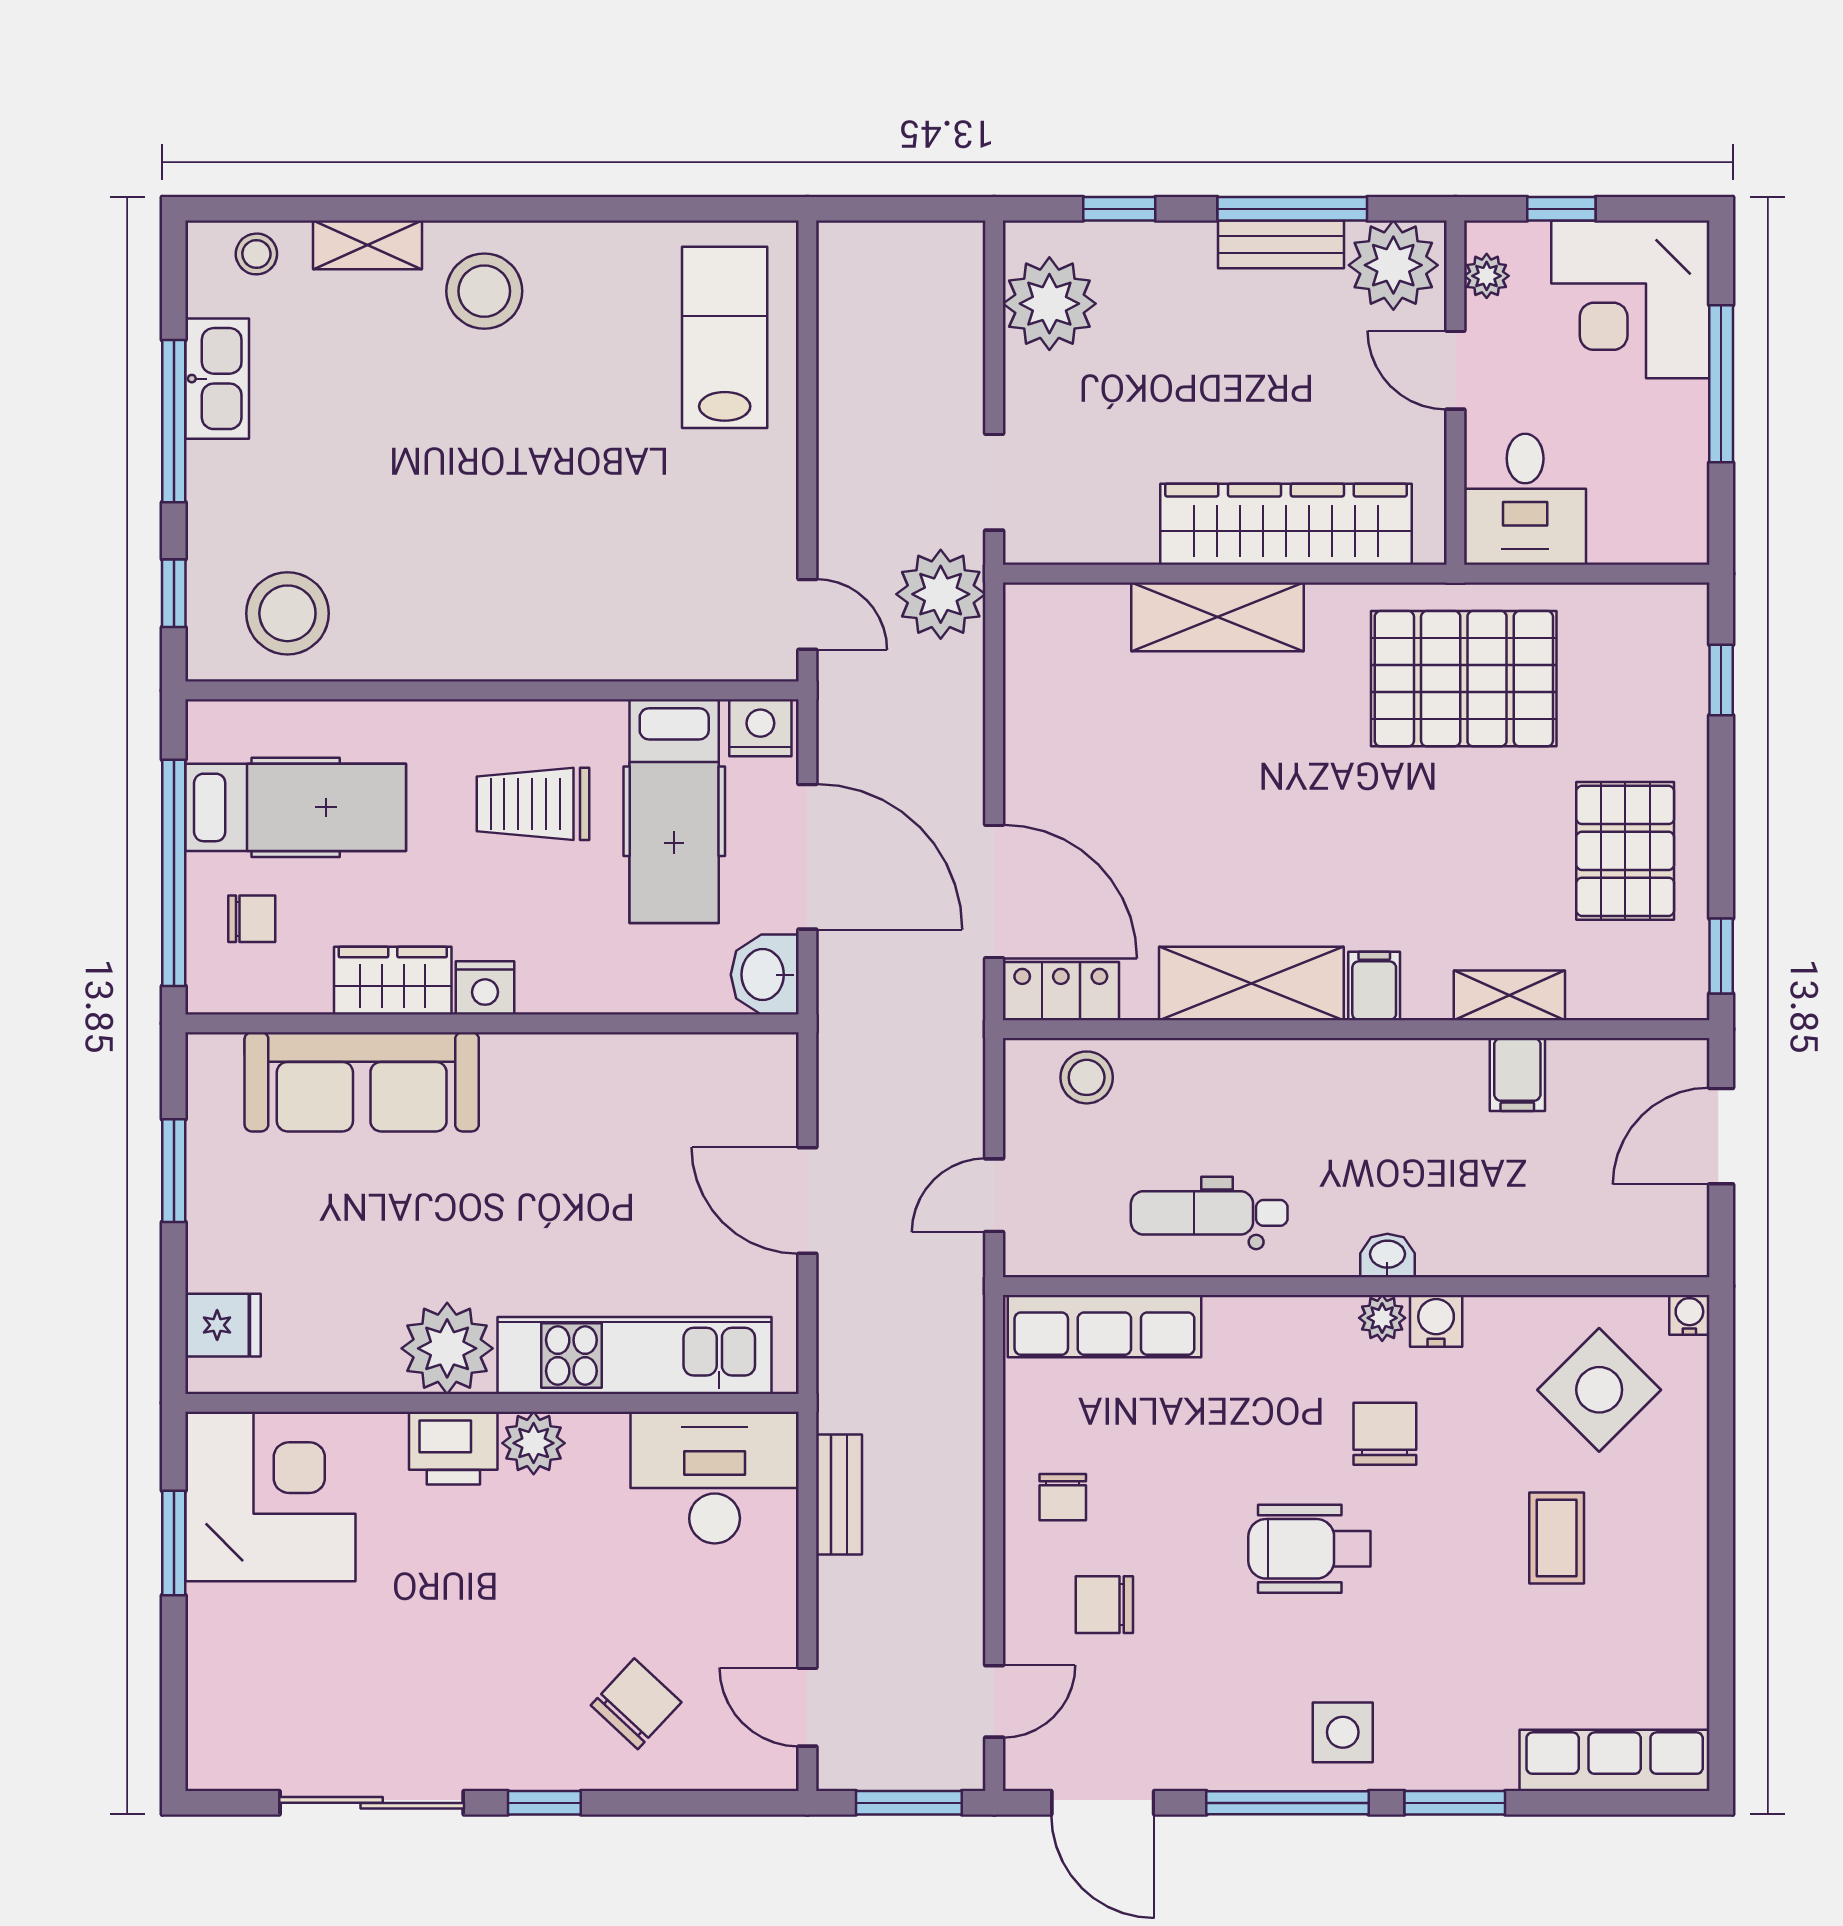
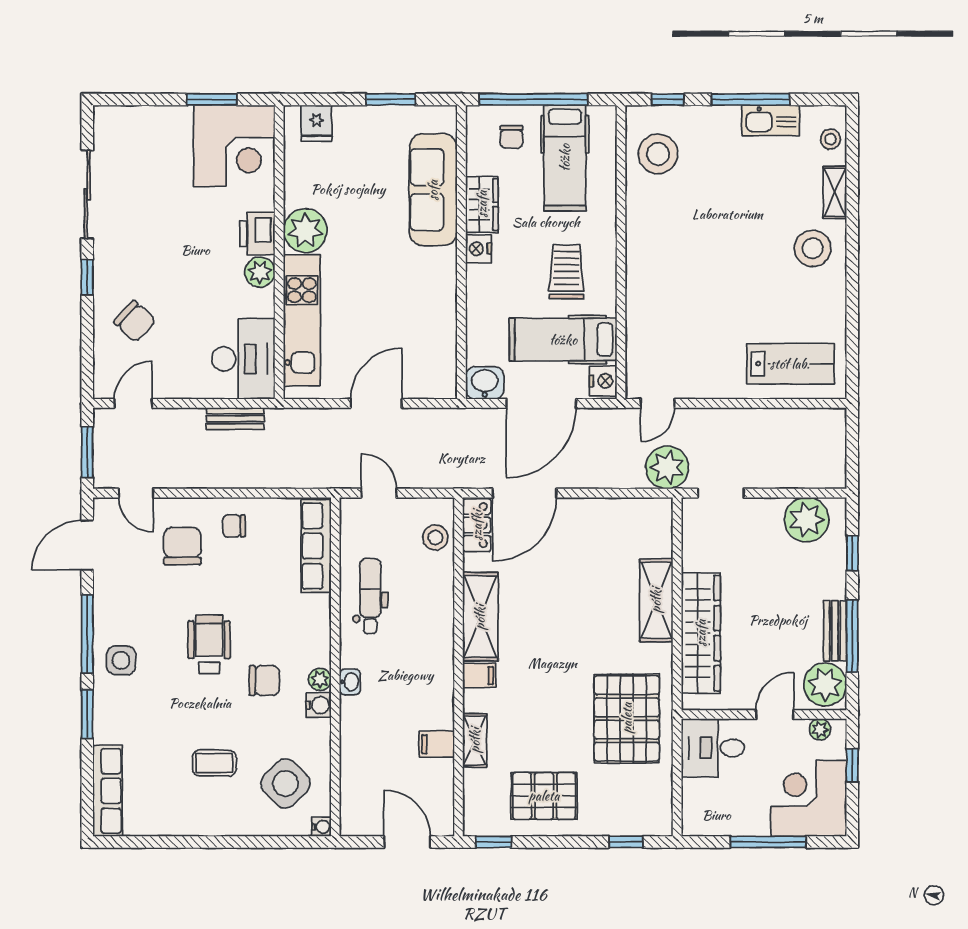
chair: (1104, 1605) -> (182, 546), width x1.37, depth x1.37

